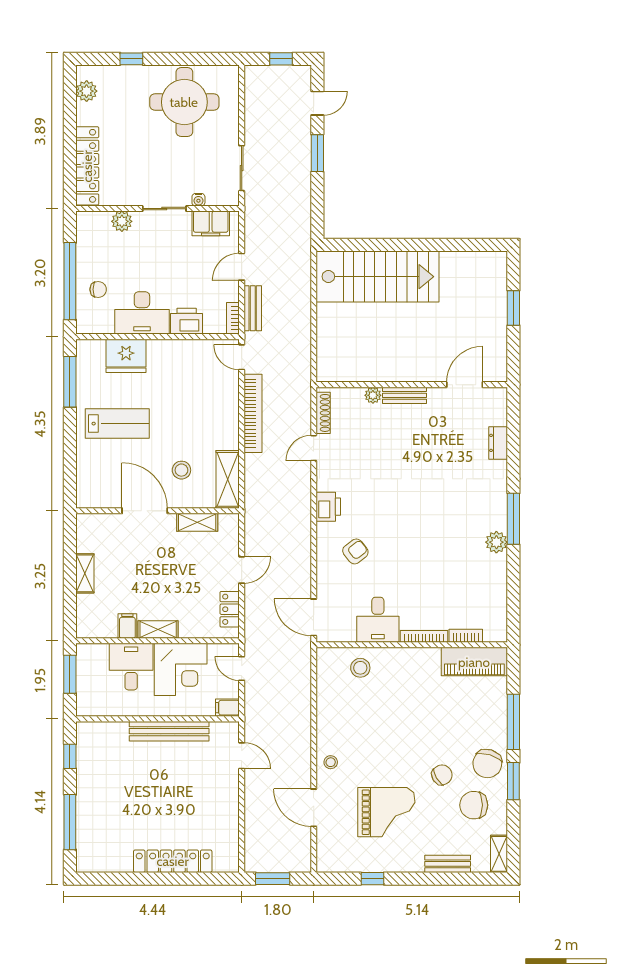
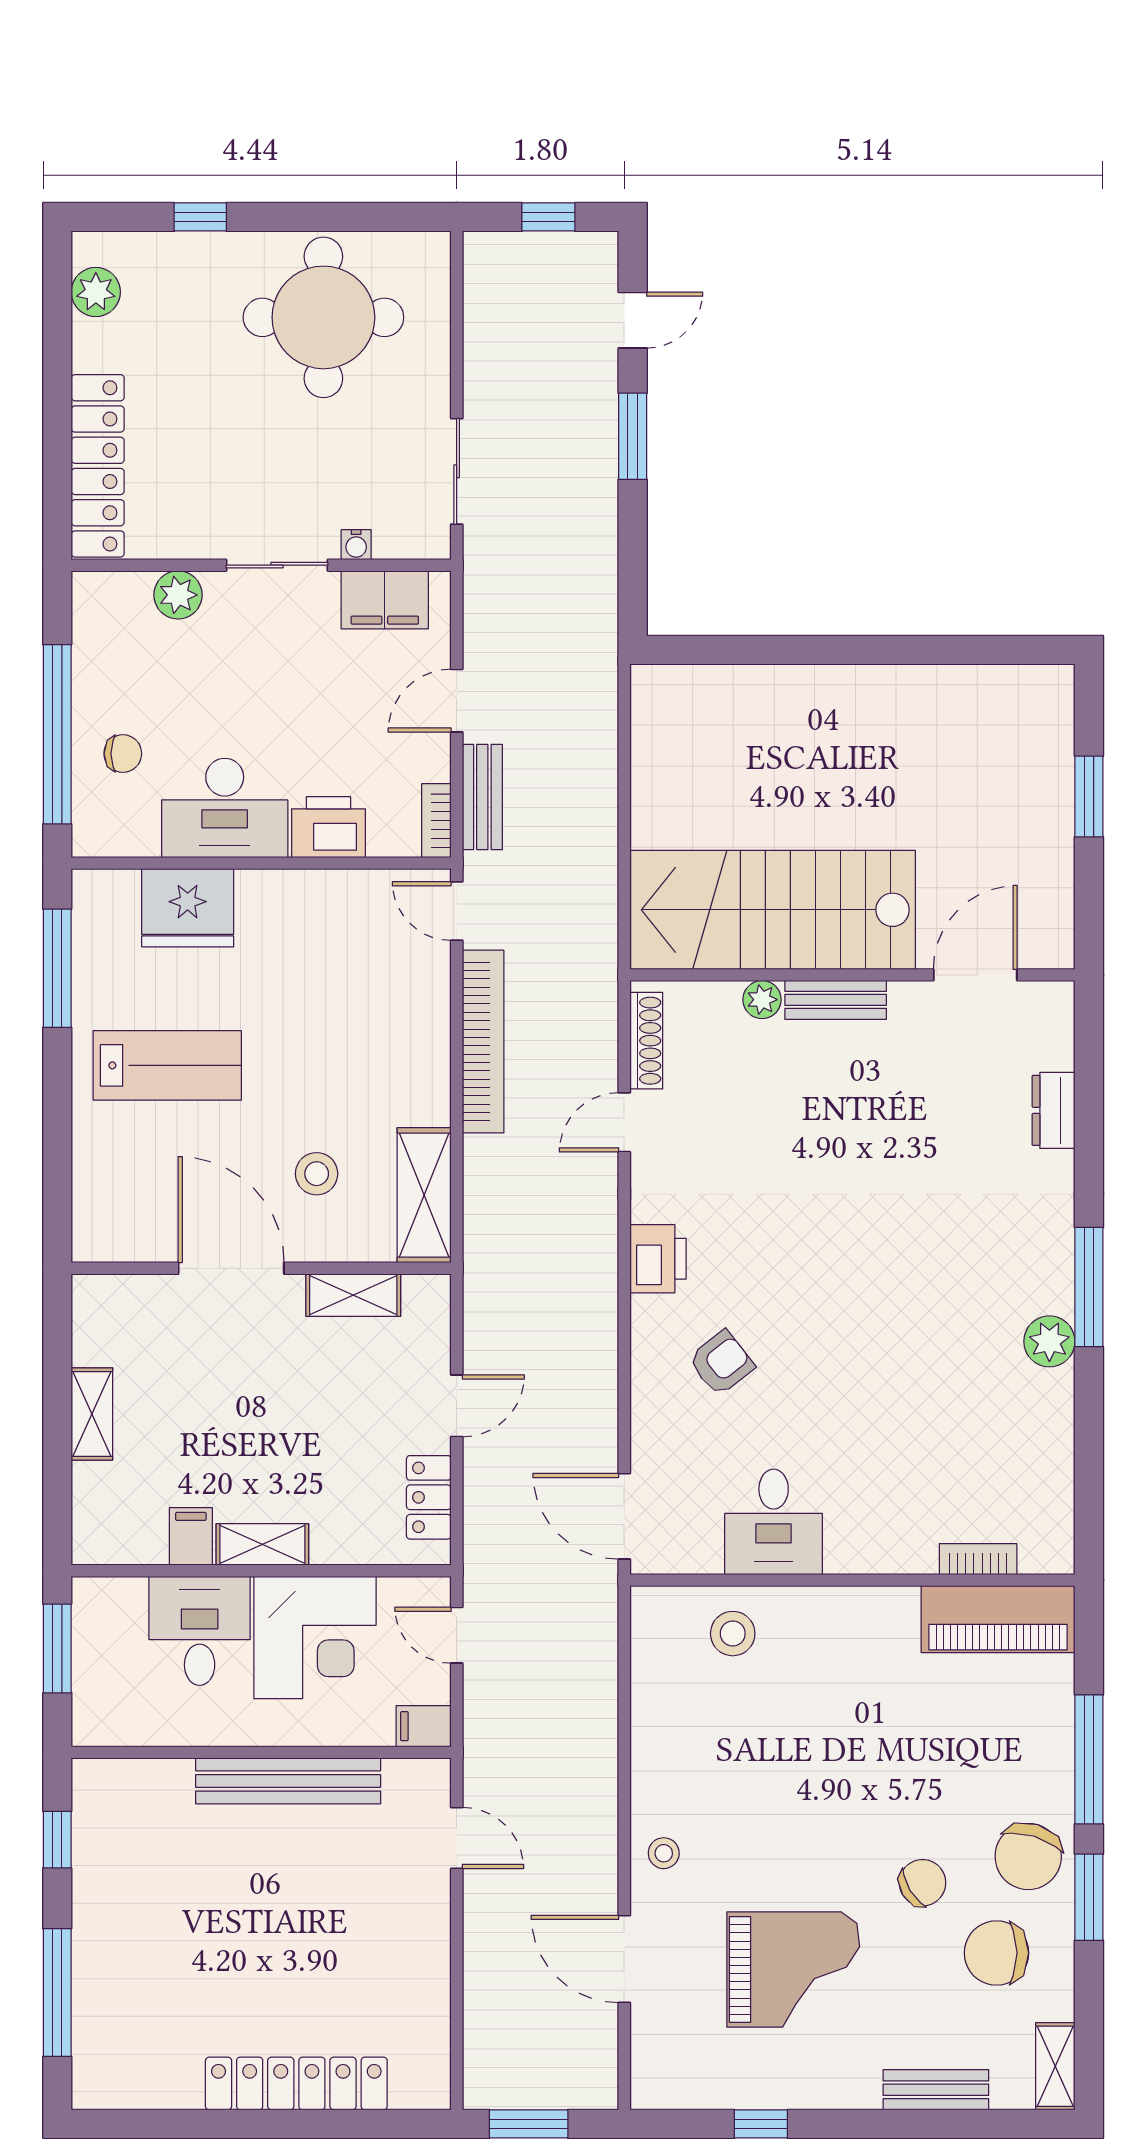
stairs: (377, 277) -> (773, 910), moved, turned 180
bookcase: (424, 636) -> (881, 1561), removed

